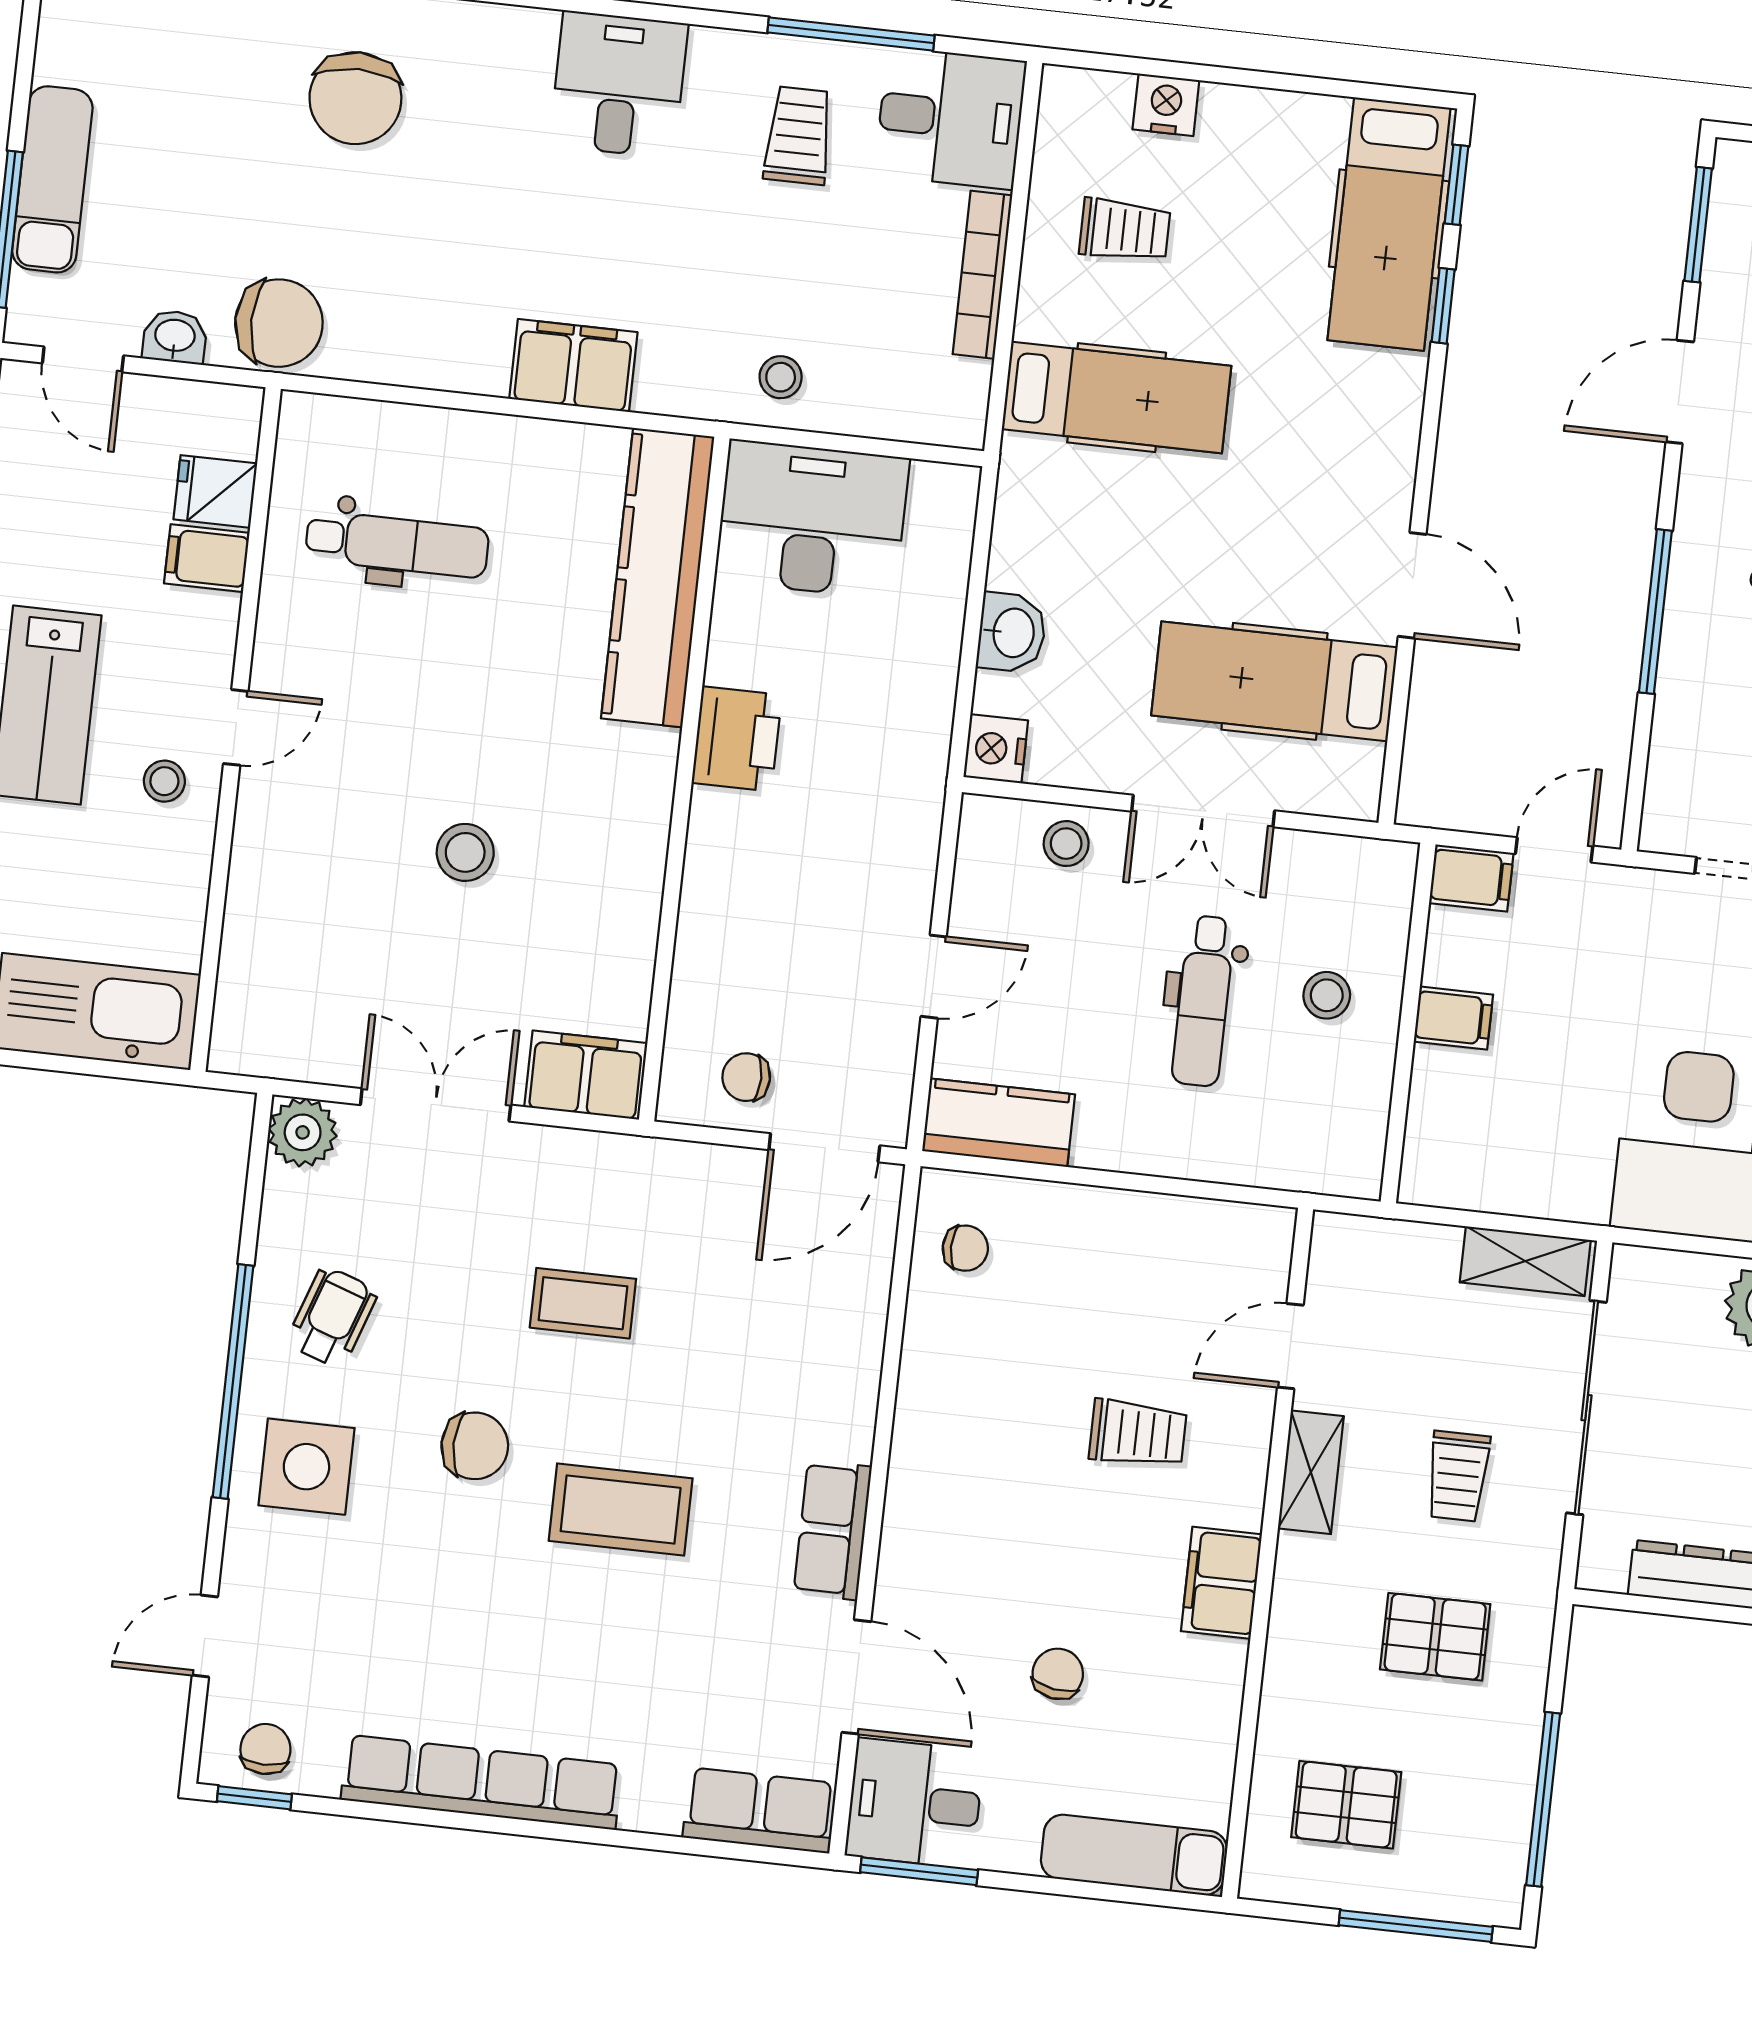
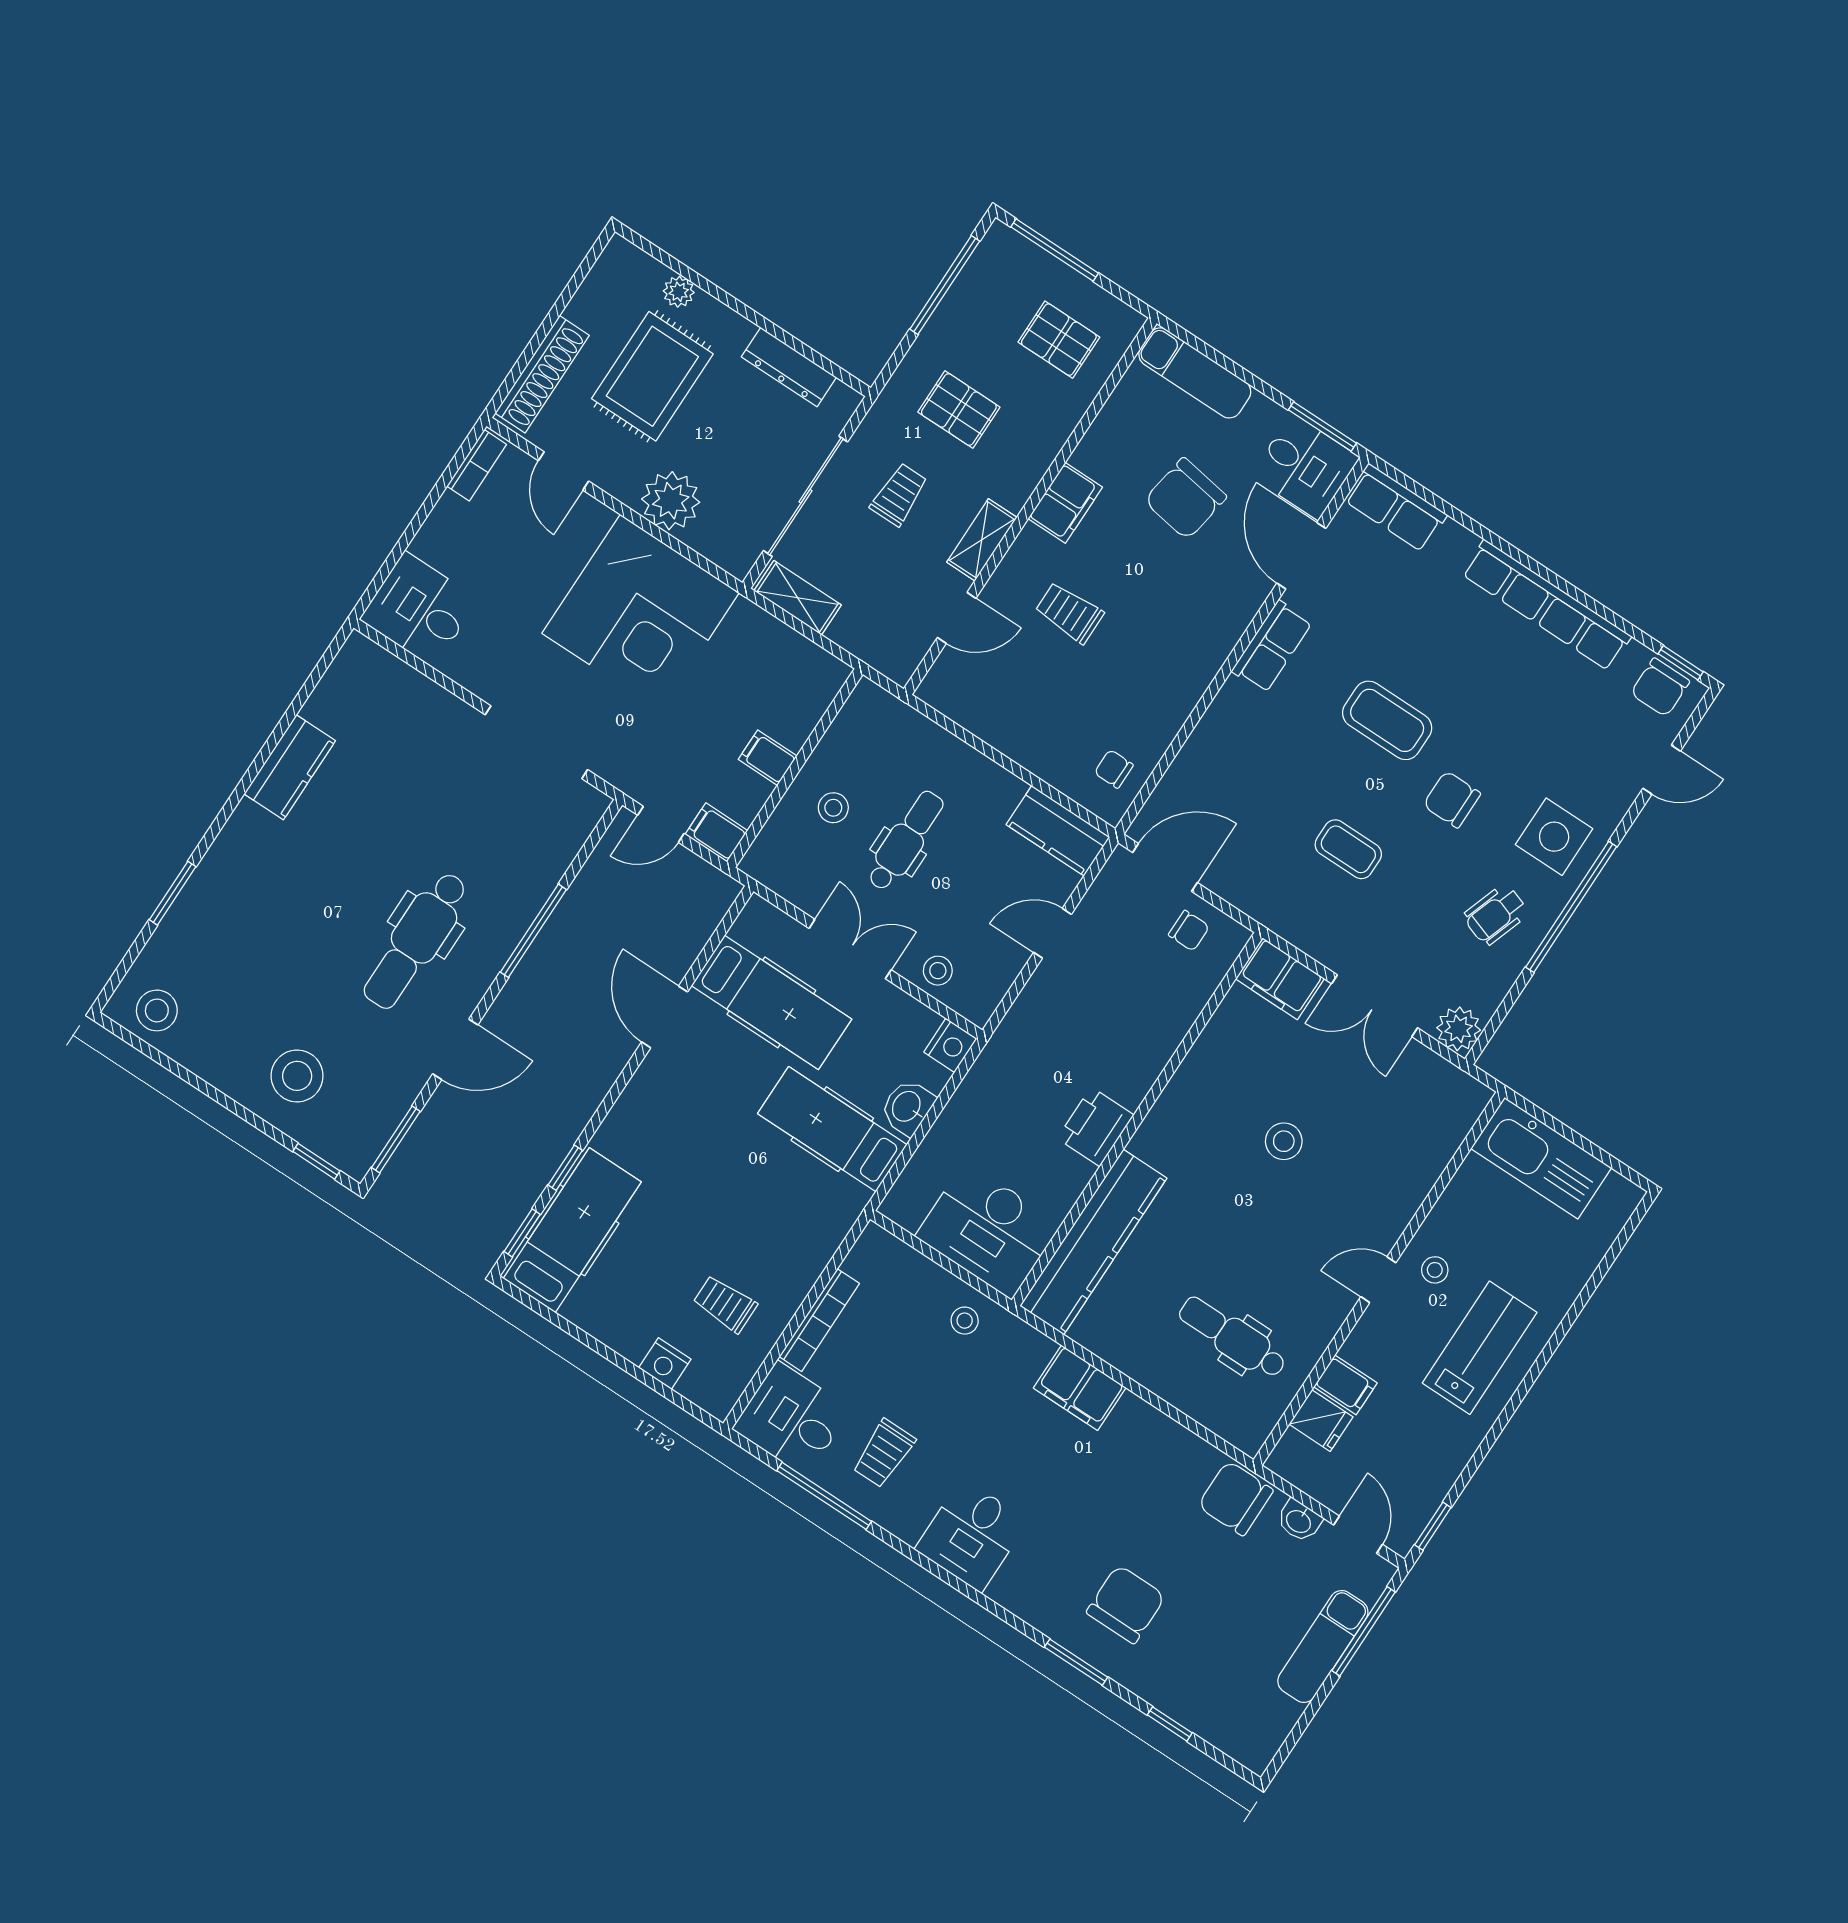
hospital bed: (1117, 398) -> (832, 1129), moved
chair: (1058, 1674) -> (1185, 499), width x1.87, depth x1.87
chair: (265, 1749) -> (1660, 687), width x1.37, depth x1.37

